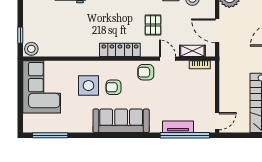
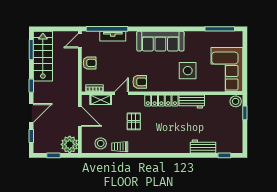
workbench: (84, 49) -> (192, 101), added
door: (168, 59) -> (122, 93), swing flipped
armchair: (113, 87) -> (90, 63), moved

